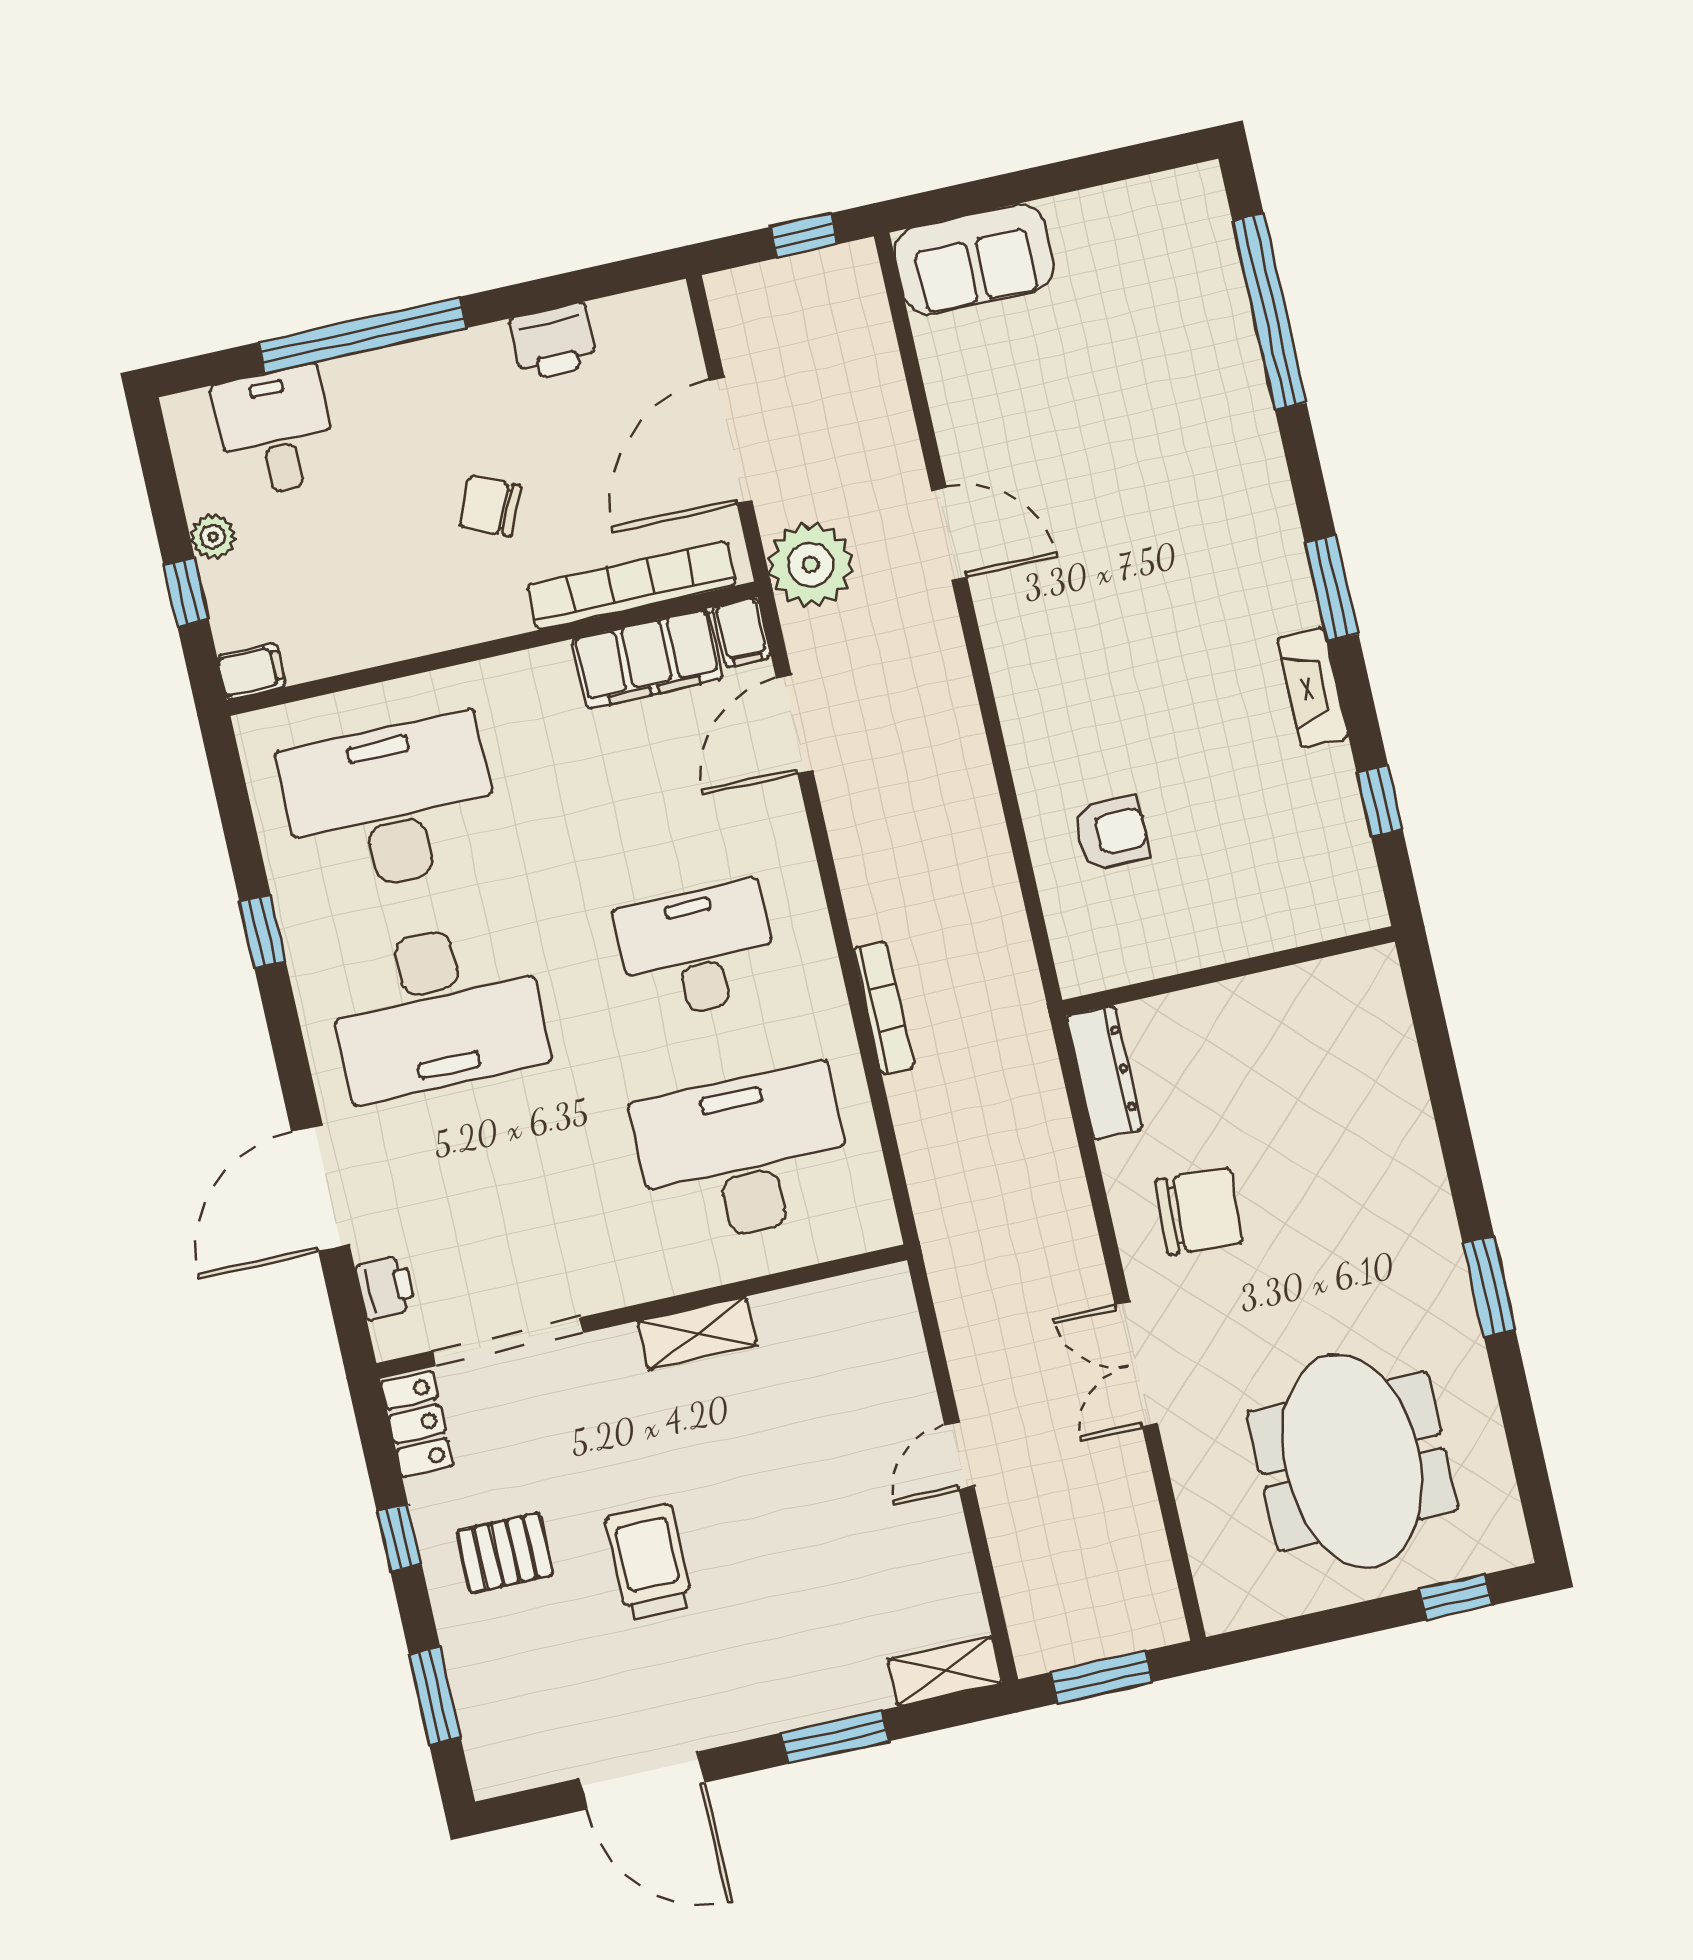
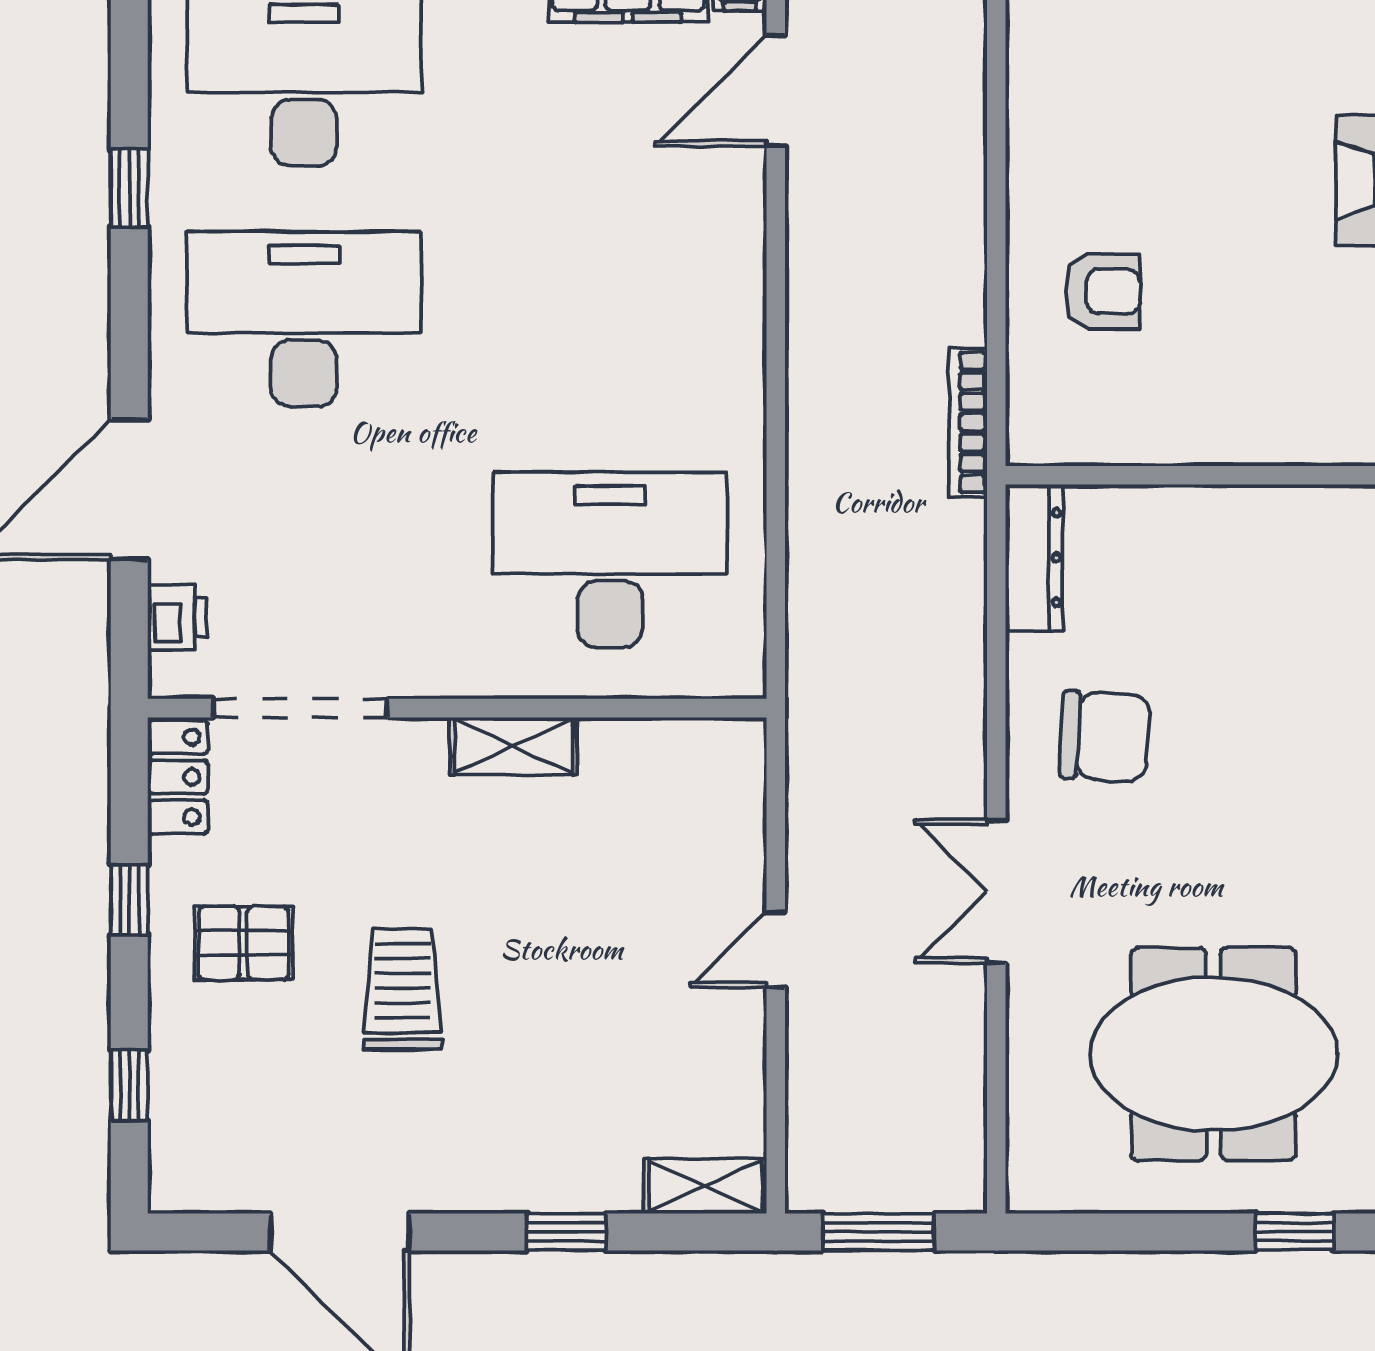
desk: (697, 951) -> (610, 319), removed
bookcase: (884, 1008) -> (968, 422), moved, turned 180
desk: (437, 1010) -> (304, 319), turned 180
meeting table: (1352, 1461) -> (1213, 1054), turned 90
window: (435, 1696) -> (129, 1085), width x0.67
window: (835, 1737) -> (566, 1232), width x0.67

